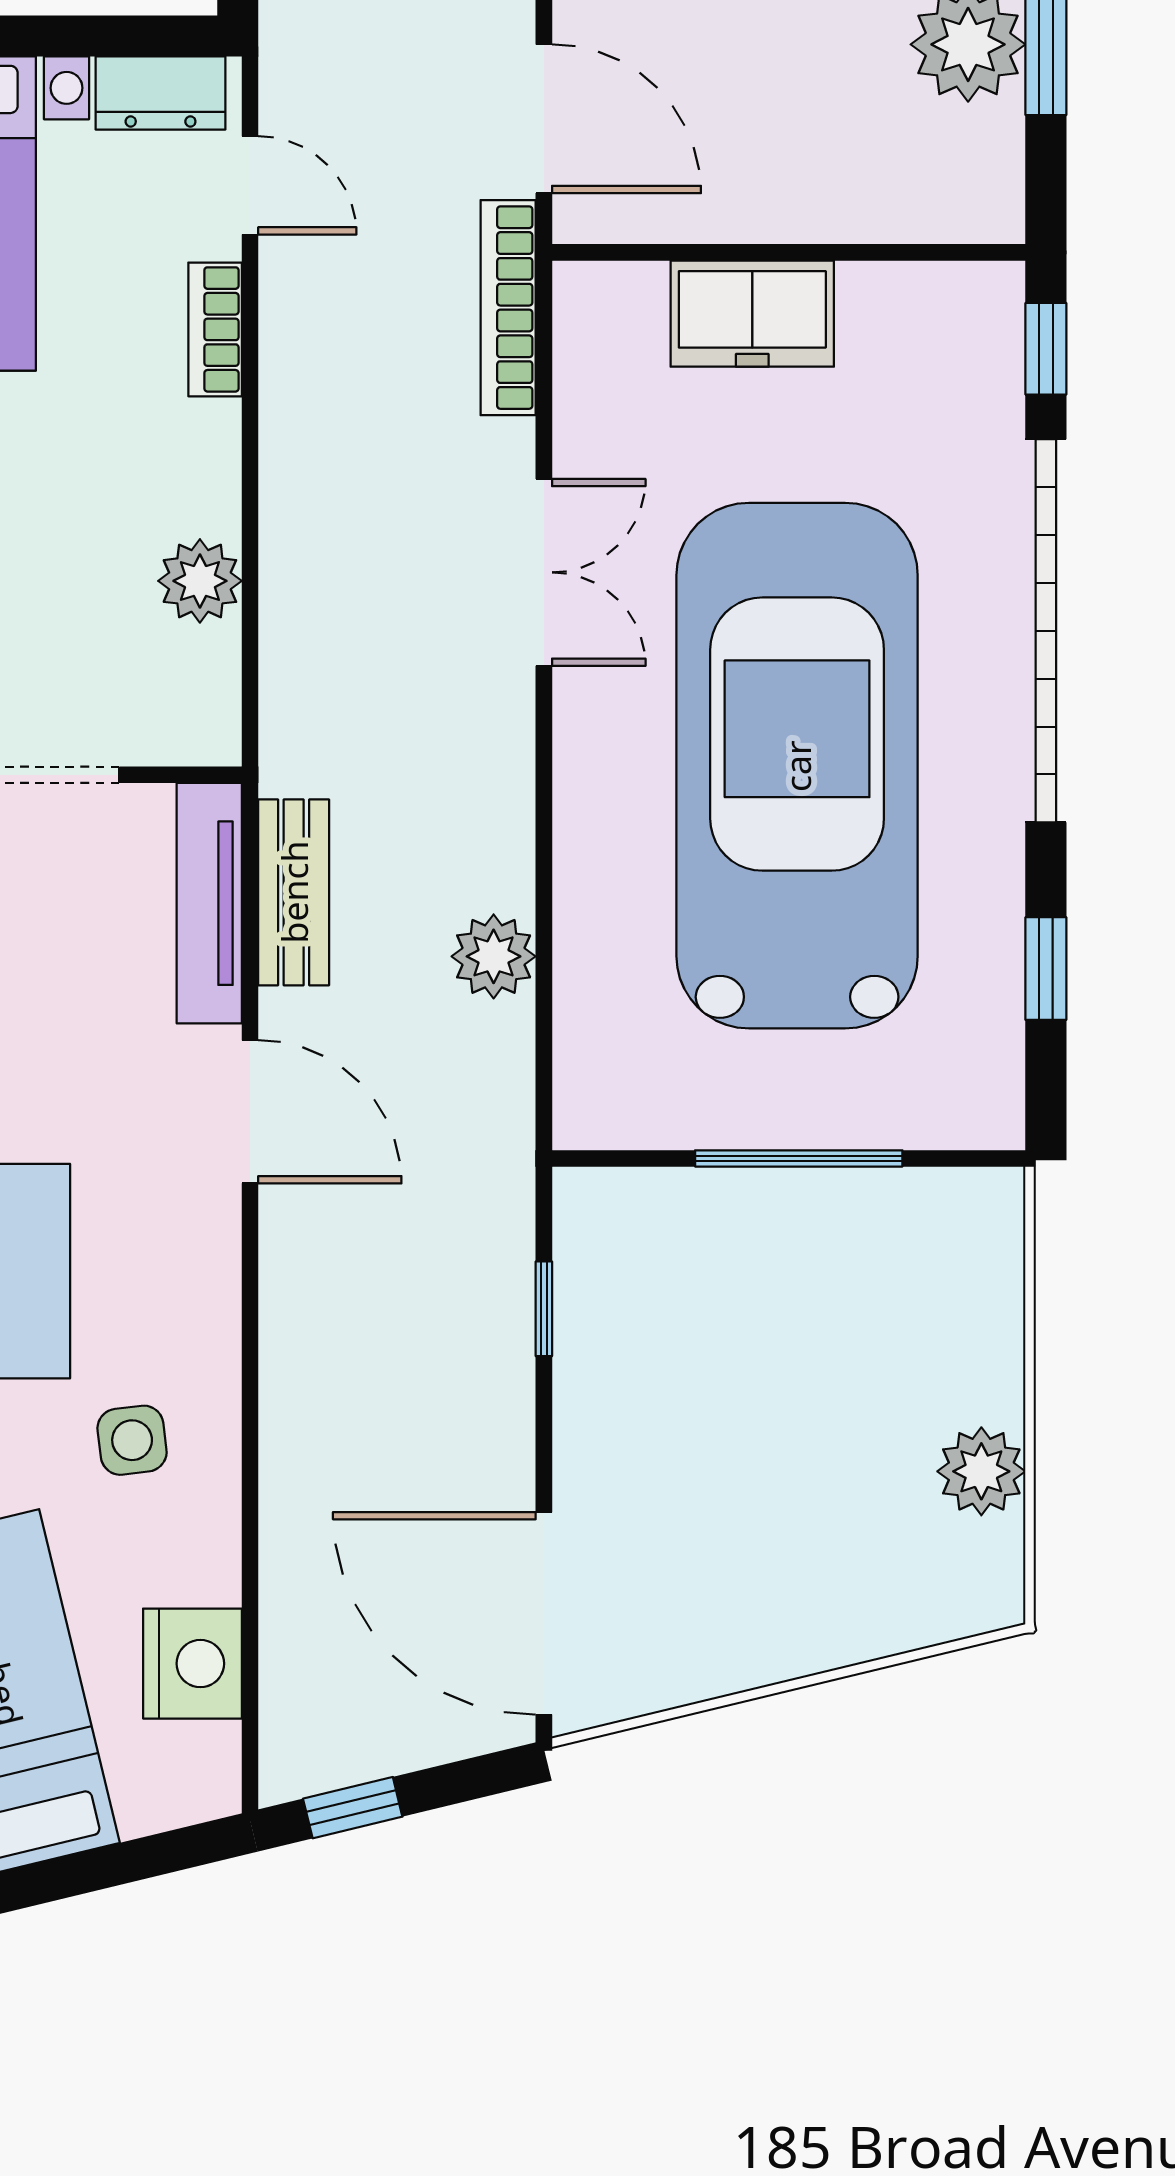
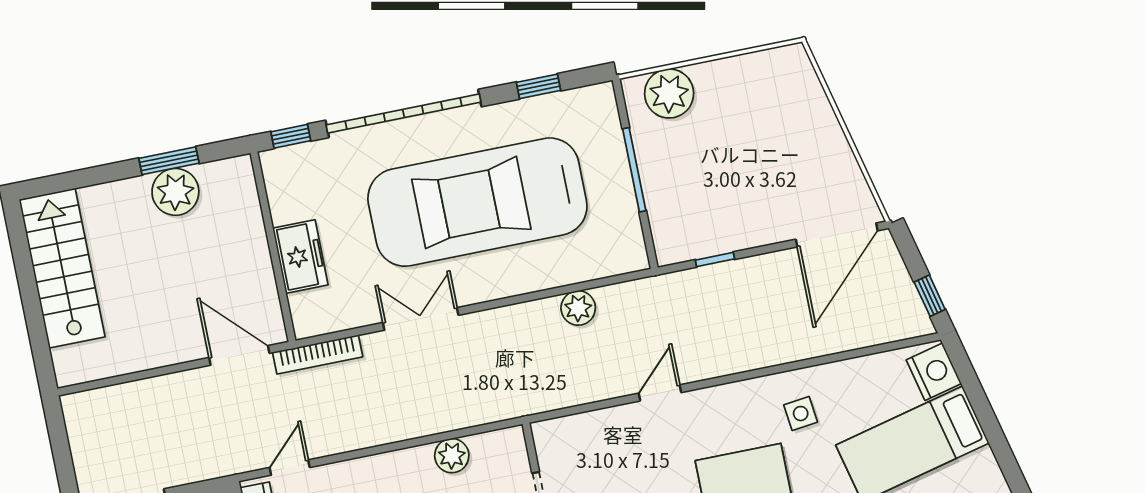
door: (544, 119) -> (239, 355), hinge flipped
bookcase: (215, 329) -> (350, 470), removed
bench: (294, 892) -> (569, 393), removed
tv unit: (209, 903) -> (580, 426), removed
door: (250, 1112) -> (660, 393), width x0.73
plant: (981, 1471) -> (669, 93), moved, width x1.36, depth x1.36
nightstand: (192, 1664) -> (934, 372), moved, turned 76

